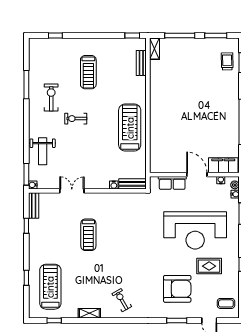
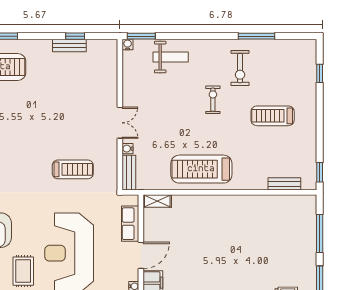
shelving: (155, 49) -> (157, 201), moved
exercise bike: (51, 97) -> (240, 68), turned 90
treadmill: (130, 128) -> (201, 169), turned 180
weight bench: (43, 151) -> (171, 57), turned 180
double door: (72, 191) -> (120, 123), moved
bench: (34, 206) -> (69, 45), moved
treadmill: (88, 235) -> (73, 169), moved, turned 180

